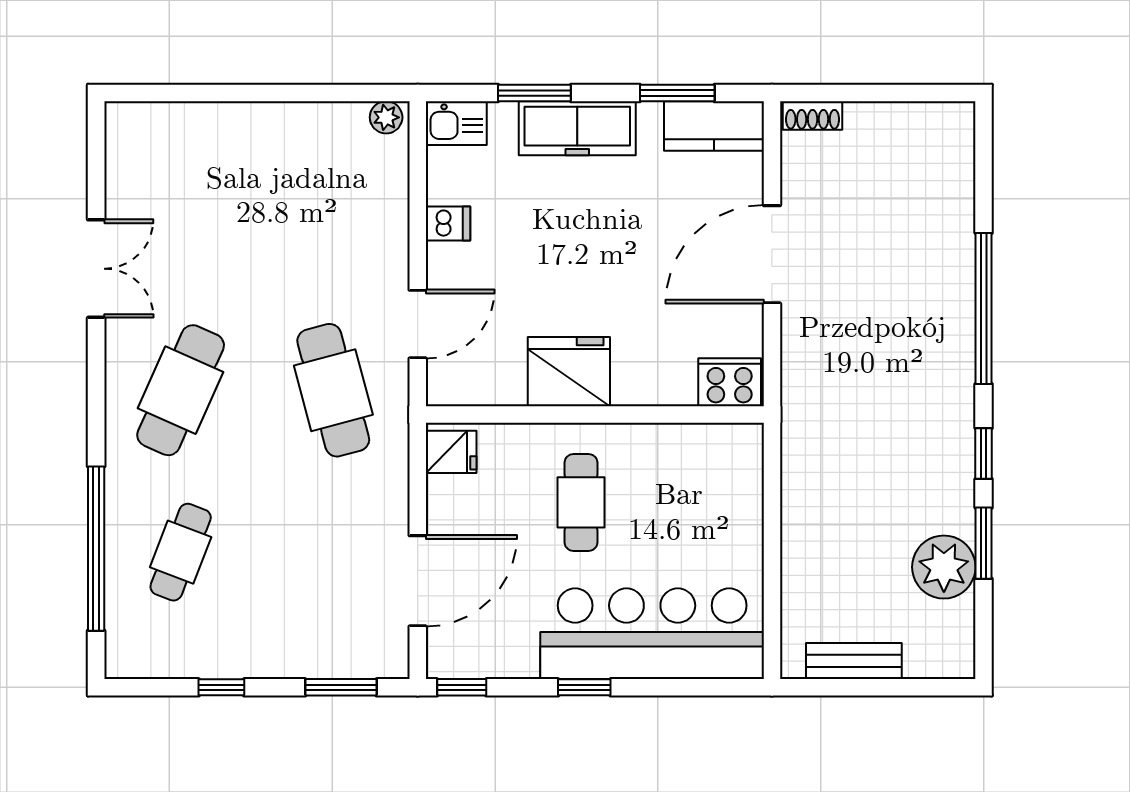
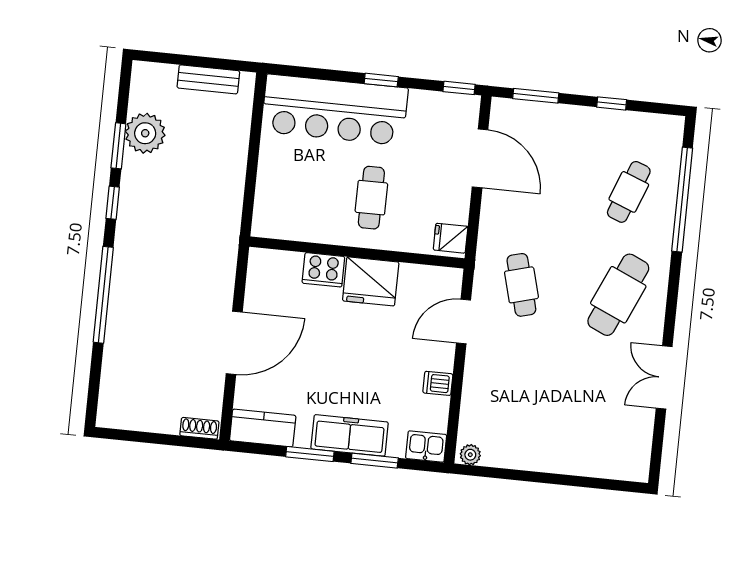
window: (677, 93) -> (310, 454), moved
cooker: (730, 382) -> (323, 270), moved
cafe table: (333, 390) -> (521, 285), width x0.73, depth x0.74
door: (418, 581) -> (480, 158), swing flipped

